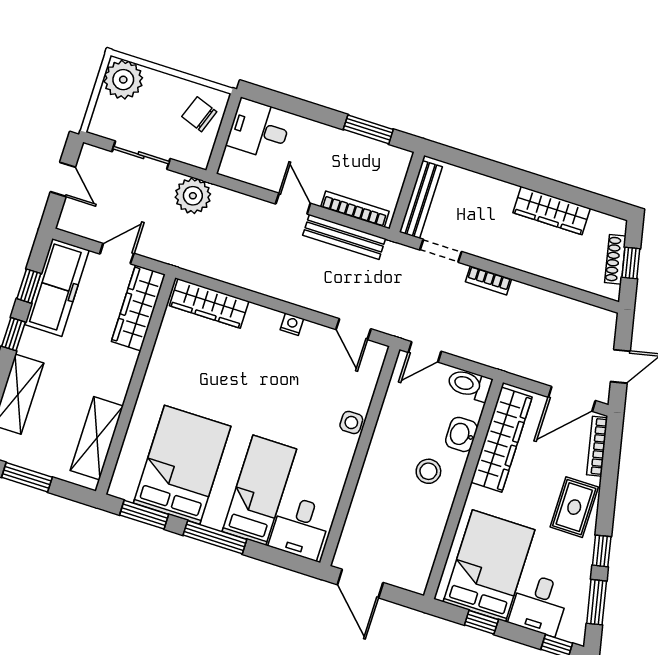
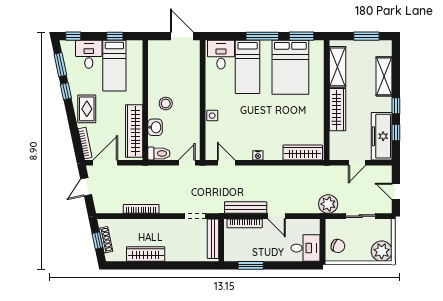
bookcase: (488, 280) -> (141, 209), moved, width x1.56
wardrobe: (138, 308) -> (337, 110), moved
bed: (489, 566) -> (114, 66), width x0.67

